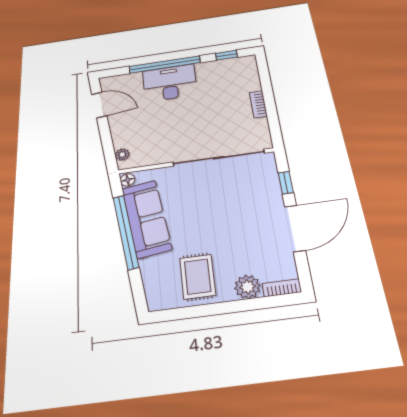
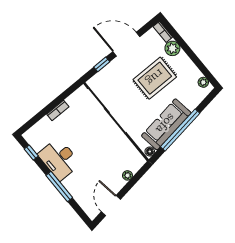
window: (165, 65) -> (59, 186), width x0.68
desk: (170, 83) -> (59, 159), moved
plant: (122, 154) -> (127, 175), moved
rug: (198, 277) -> (155, 78), moved, width x1.36, depth x1.43
plant: (168, 301) -> (203, 82), added

